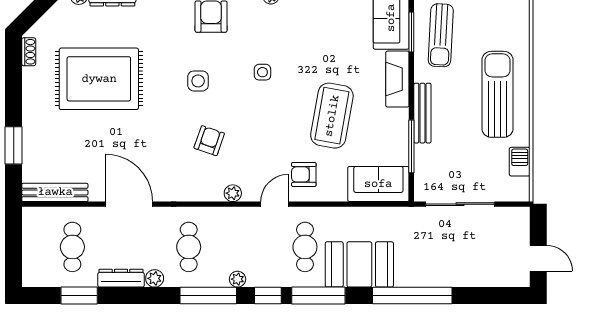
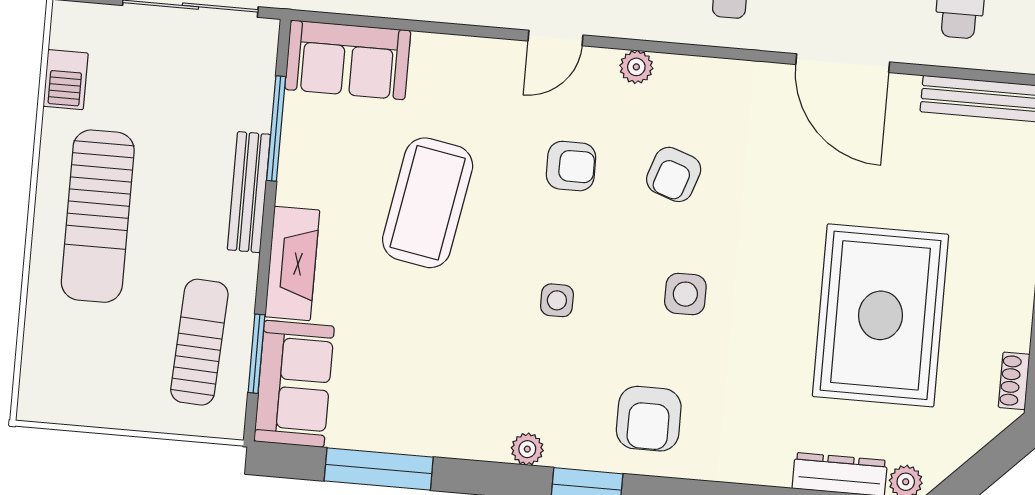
rug: (99, 79) -> (880, 315), turned 90
armchair: (304, 174) -> (571, 166), moved

